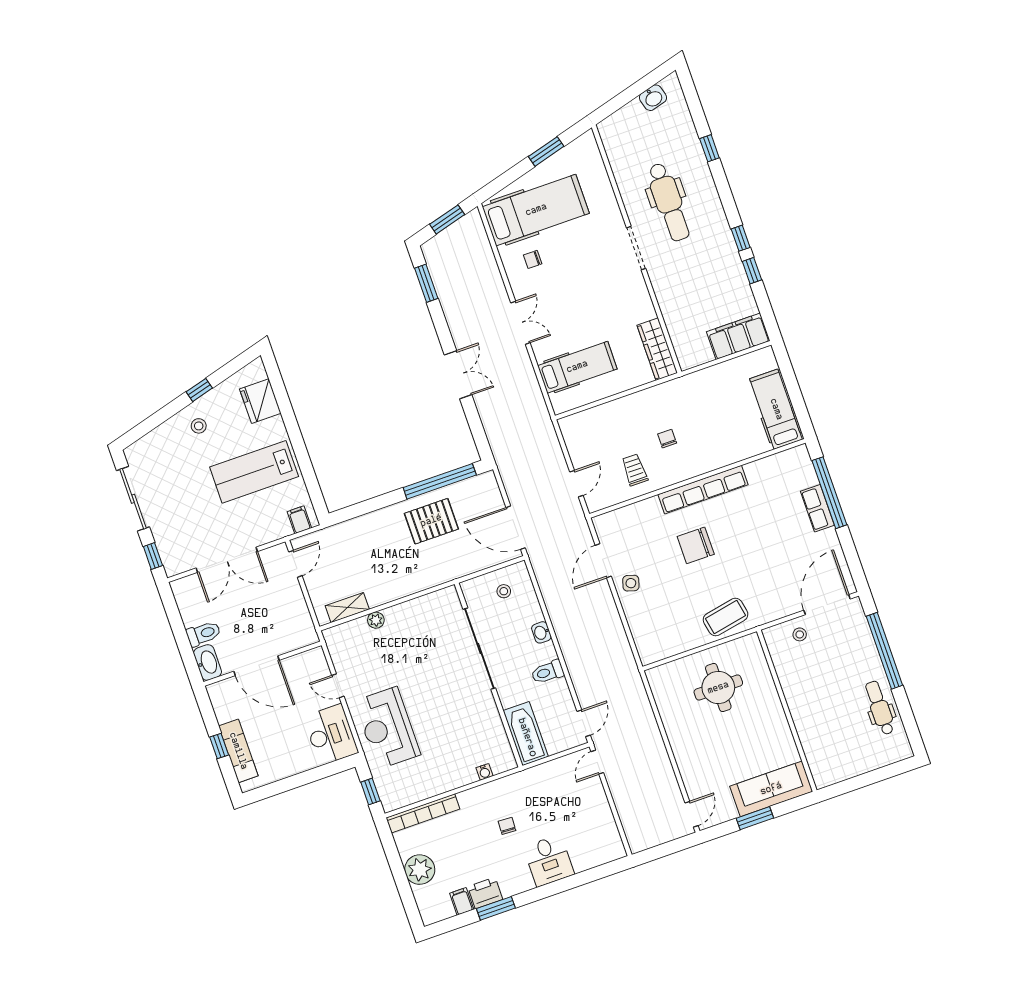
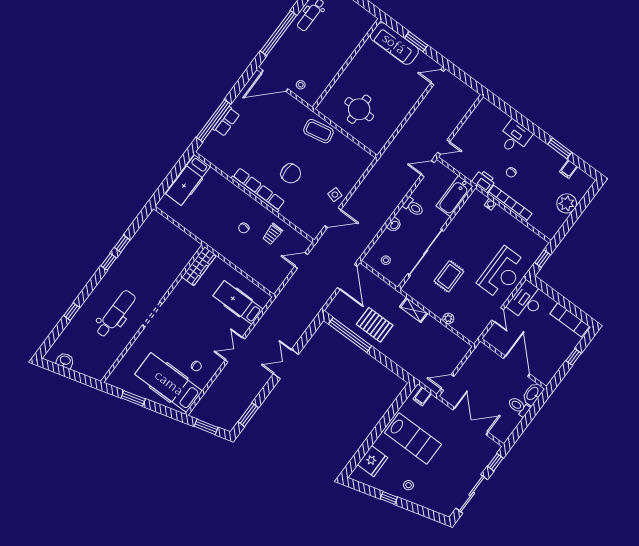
filing cabinet: (738, 336) -> (162, 227), removed
shelving: (347, 608) -> (414, 310), moved
rug: (429, 657) -> (449, 276), added
exam couch: (238, 751) -> (570, 320), moved, turned -90
bookcase: (423, 813) -> (510, 203), moved
printer: (485, 893) -> (484, 181), moved, turned 180

